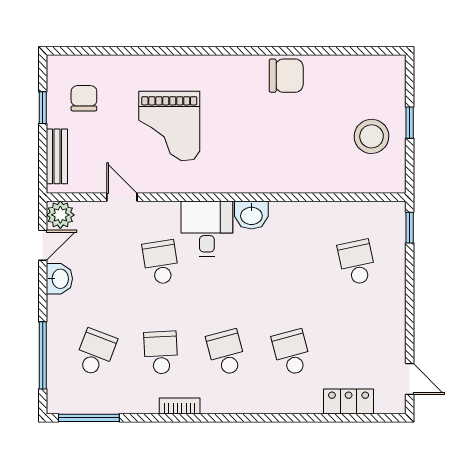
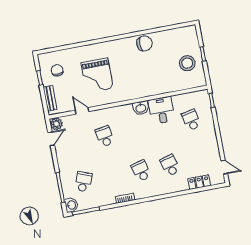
desk: (207, 229) -> (162, 110), moved
washbasin: (59, 279) -> (71, 205), moved
school desk: (161, 353) -> (112, 176), removed

